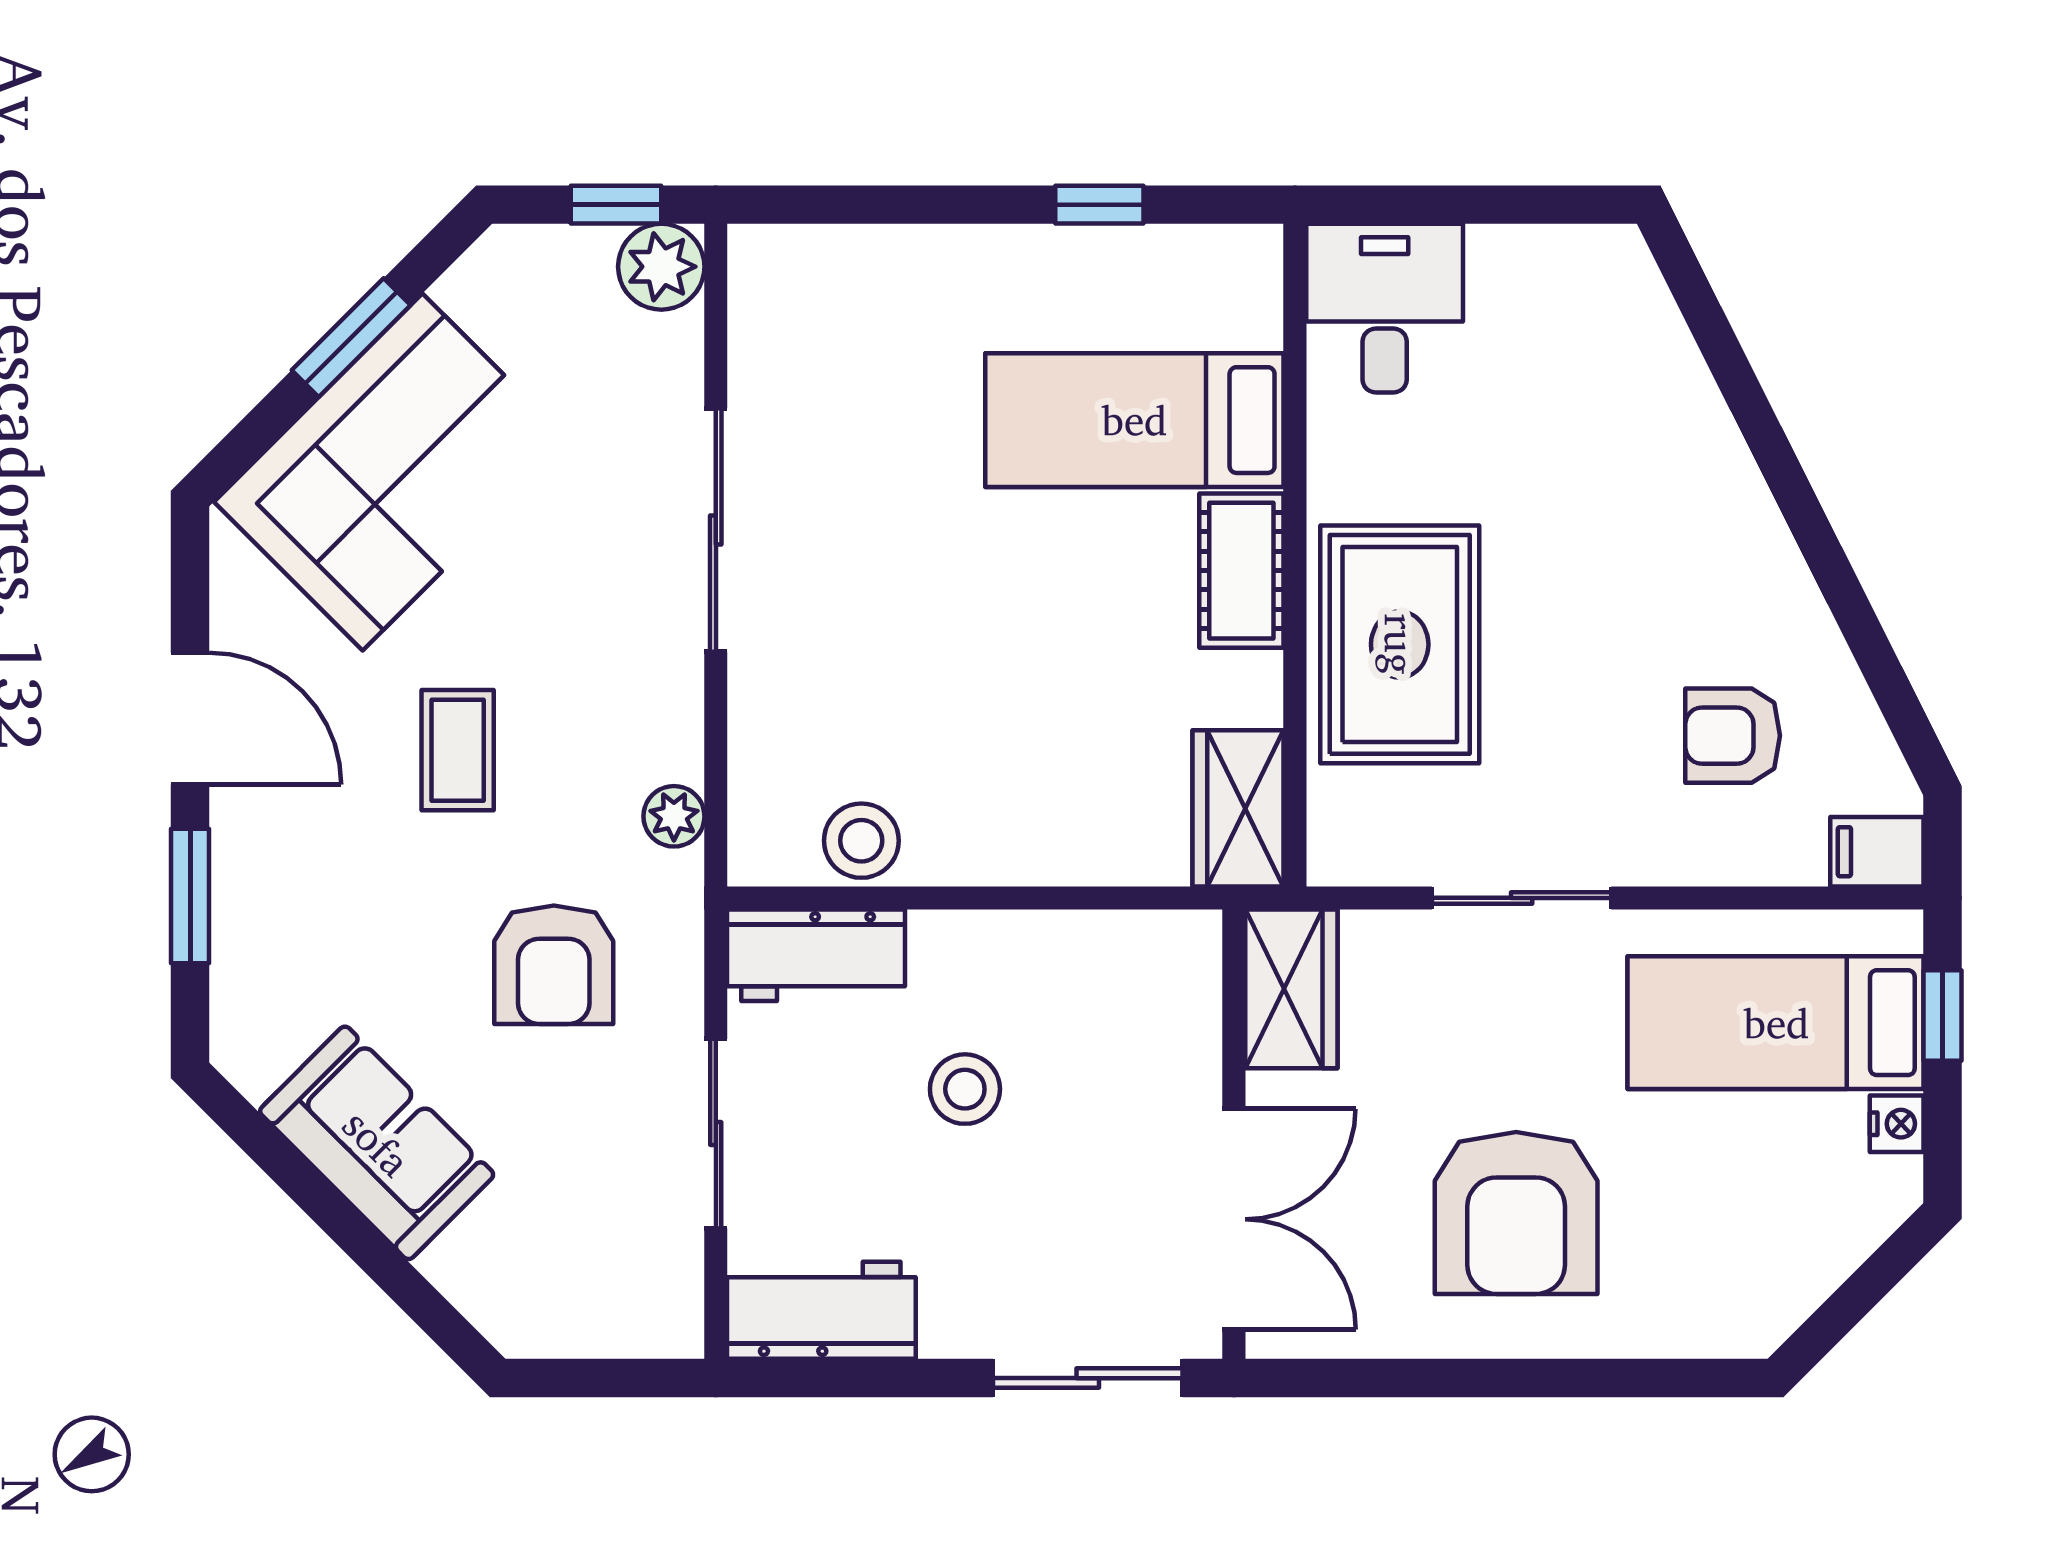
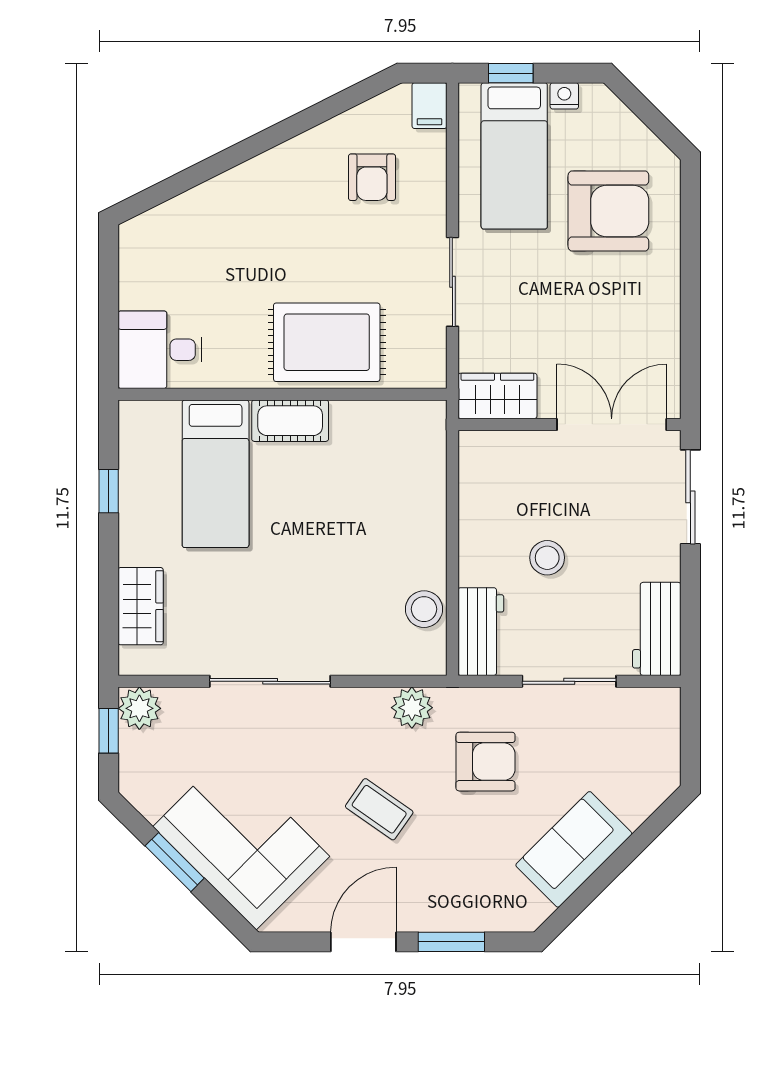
coffee table: (458, 750) -> (379, 809), turned 35
wardrobe: (1238, 808) -> (141, 606), moved, turned -90
plant: (674, 816) -> (412, 708), width x1.38, depth x1.38
armchair: (1516, 1213) -> (608, 211), moved

